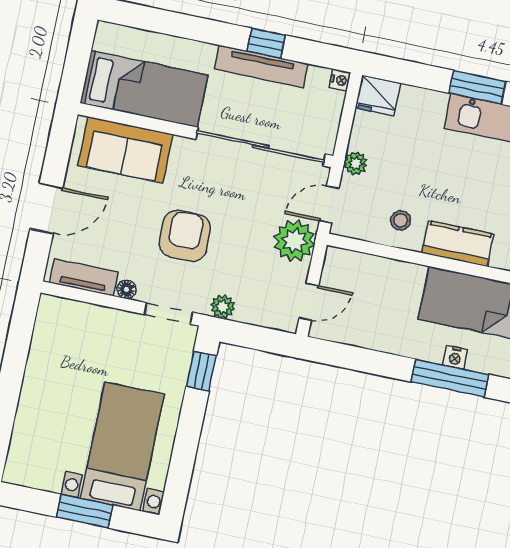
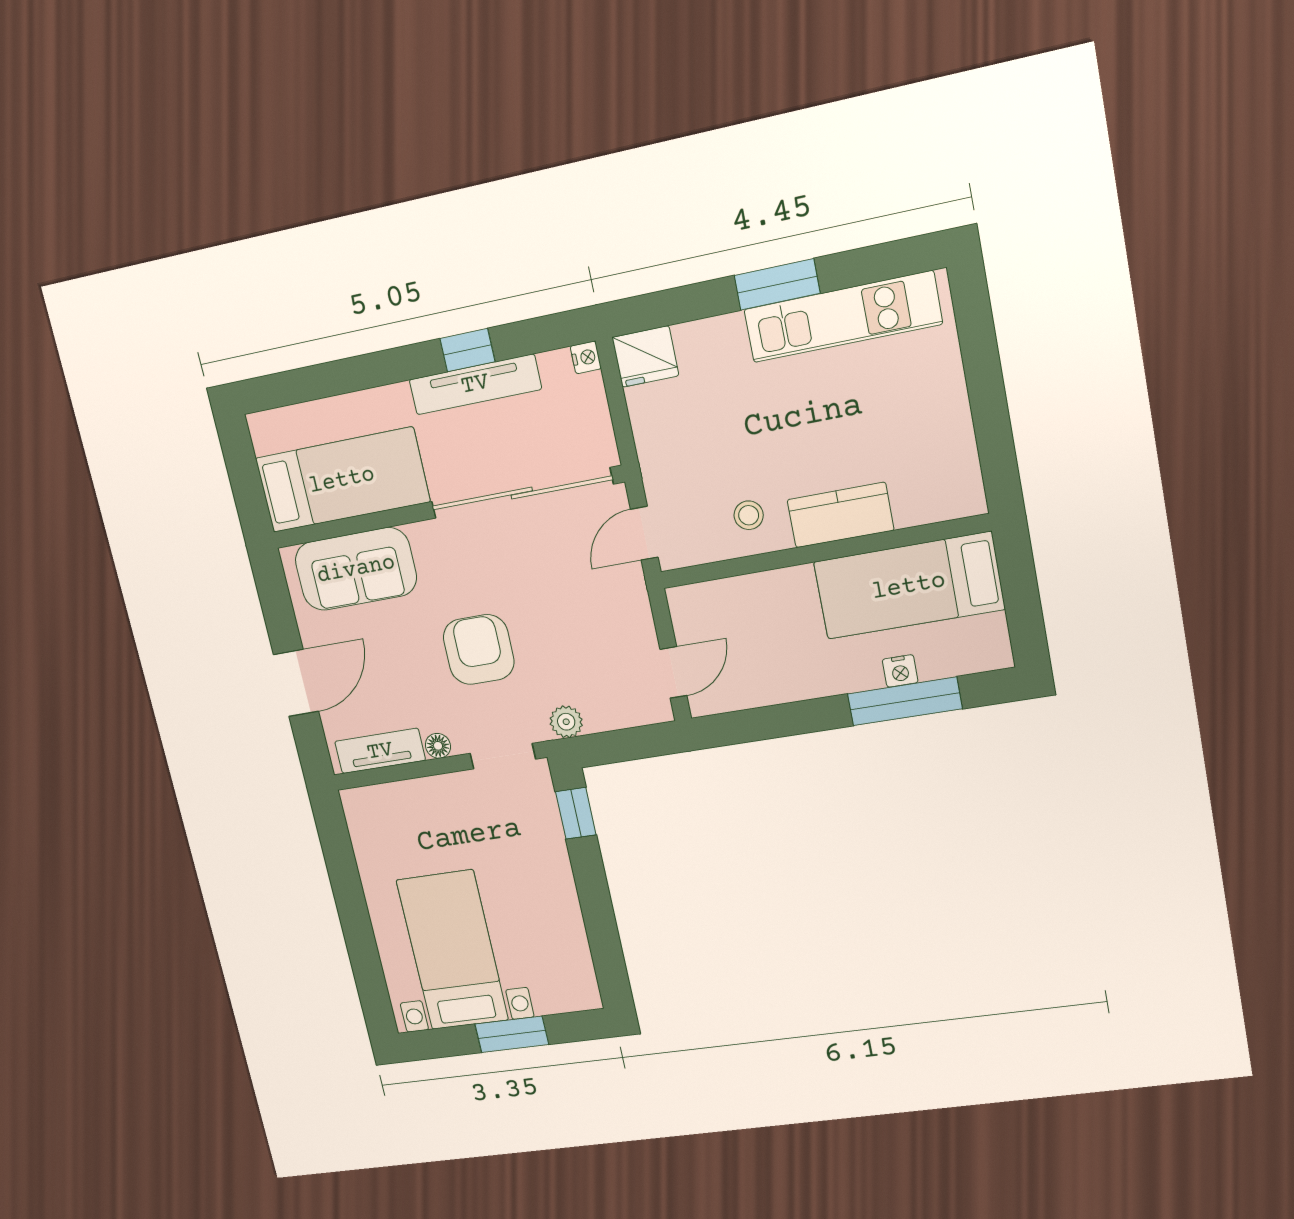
plant: (355, 163) -> (655, 463), removed
plant: (294, 241) -> (620, 600), removed
bed with nightstands: (122, 446) -> (452, 950), moved

